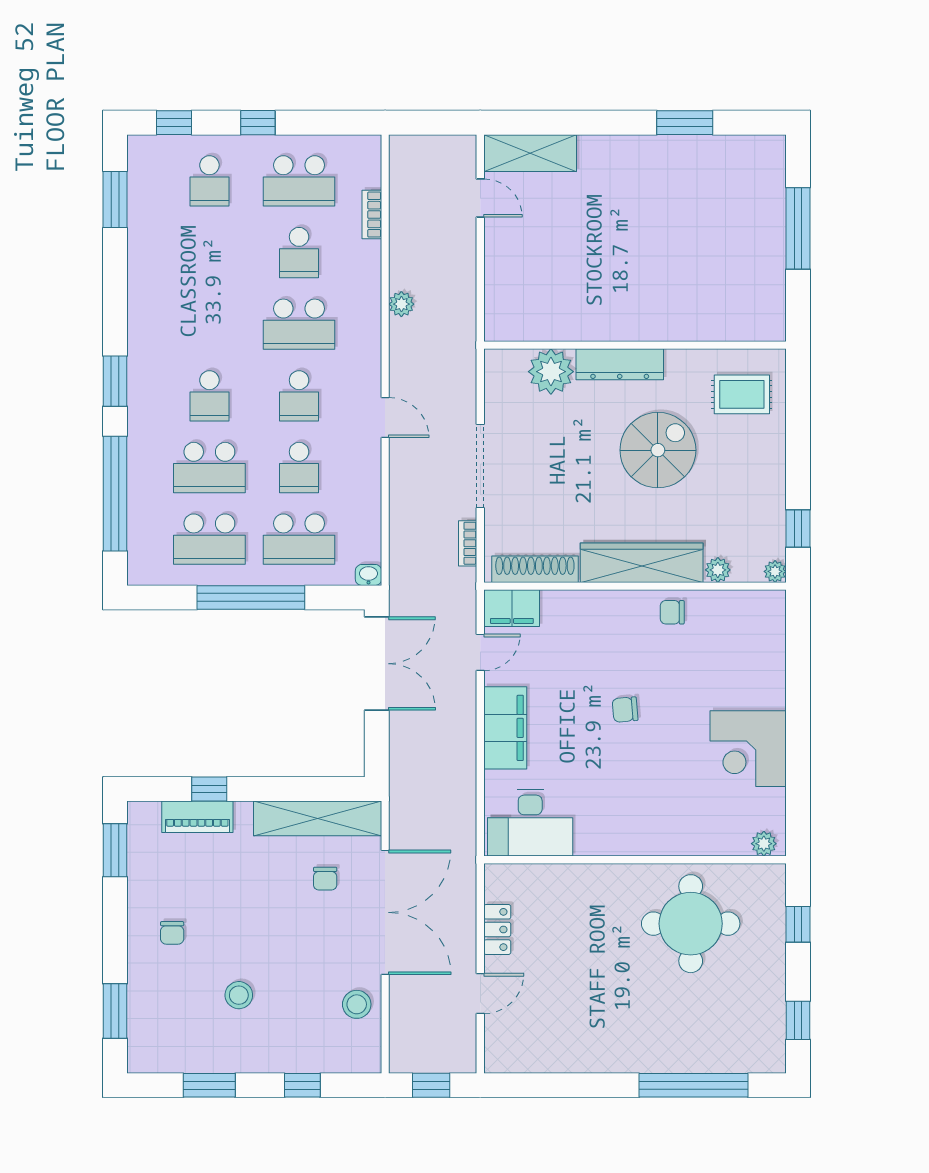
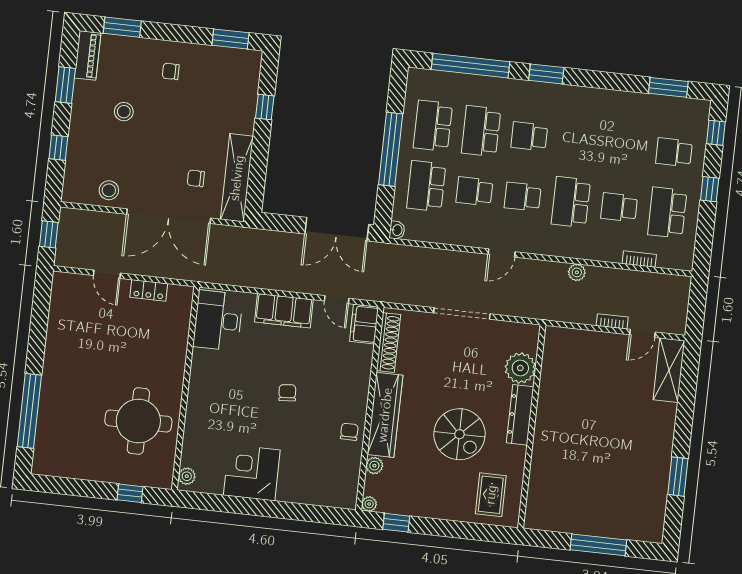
bookcase: (468, 543) -> (612, 321), moved
piano: (197, 817) -> (87, 55), moved, turned 180
window: (798, 1020) -> (65, 486), removed

